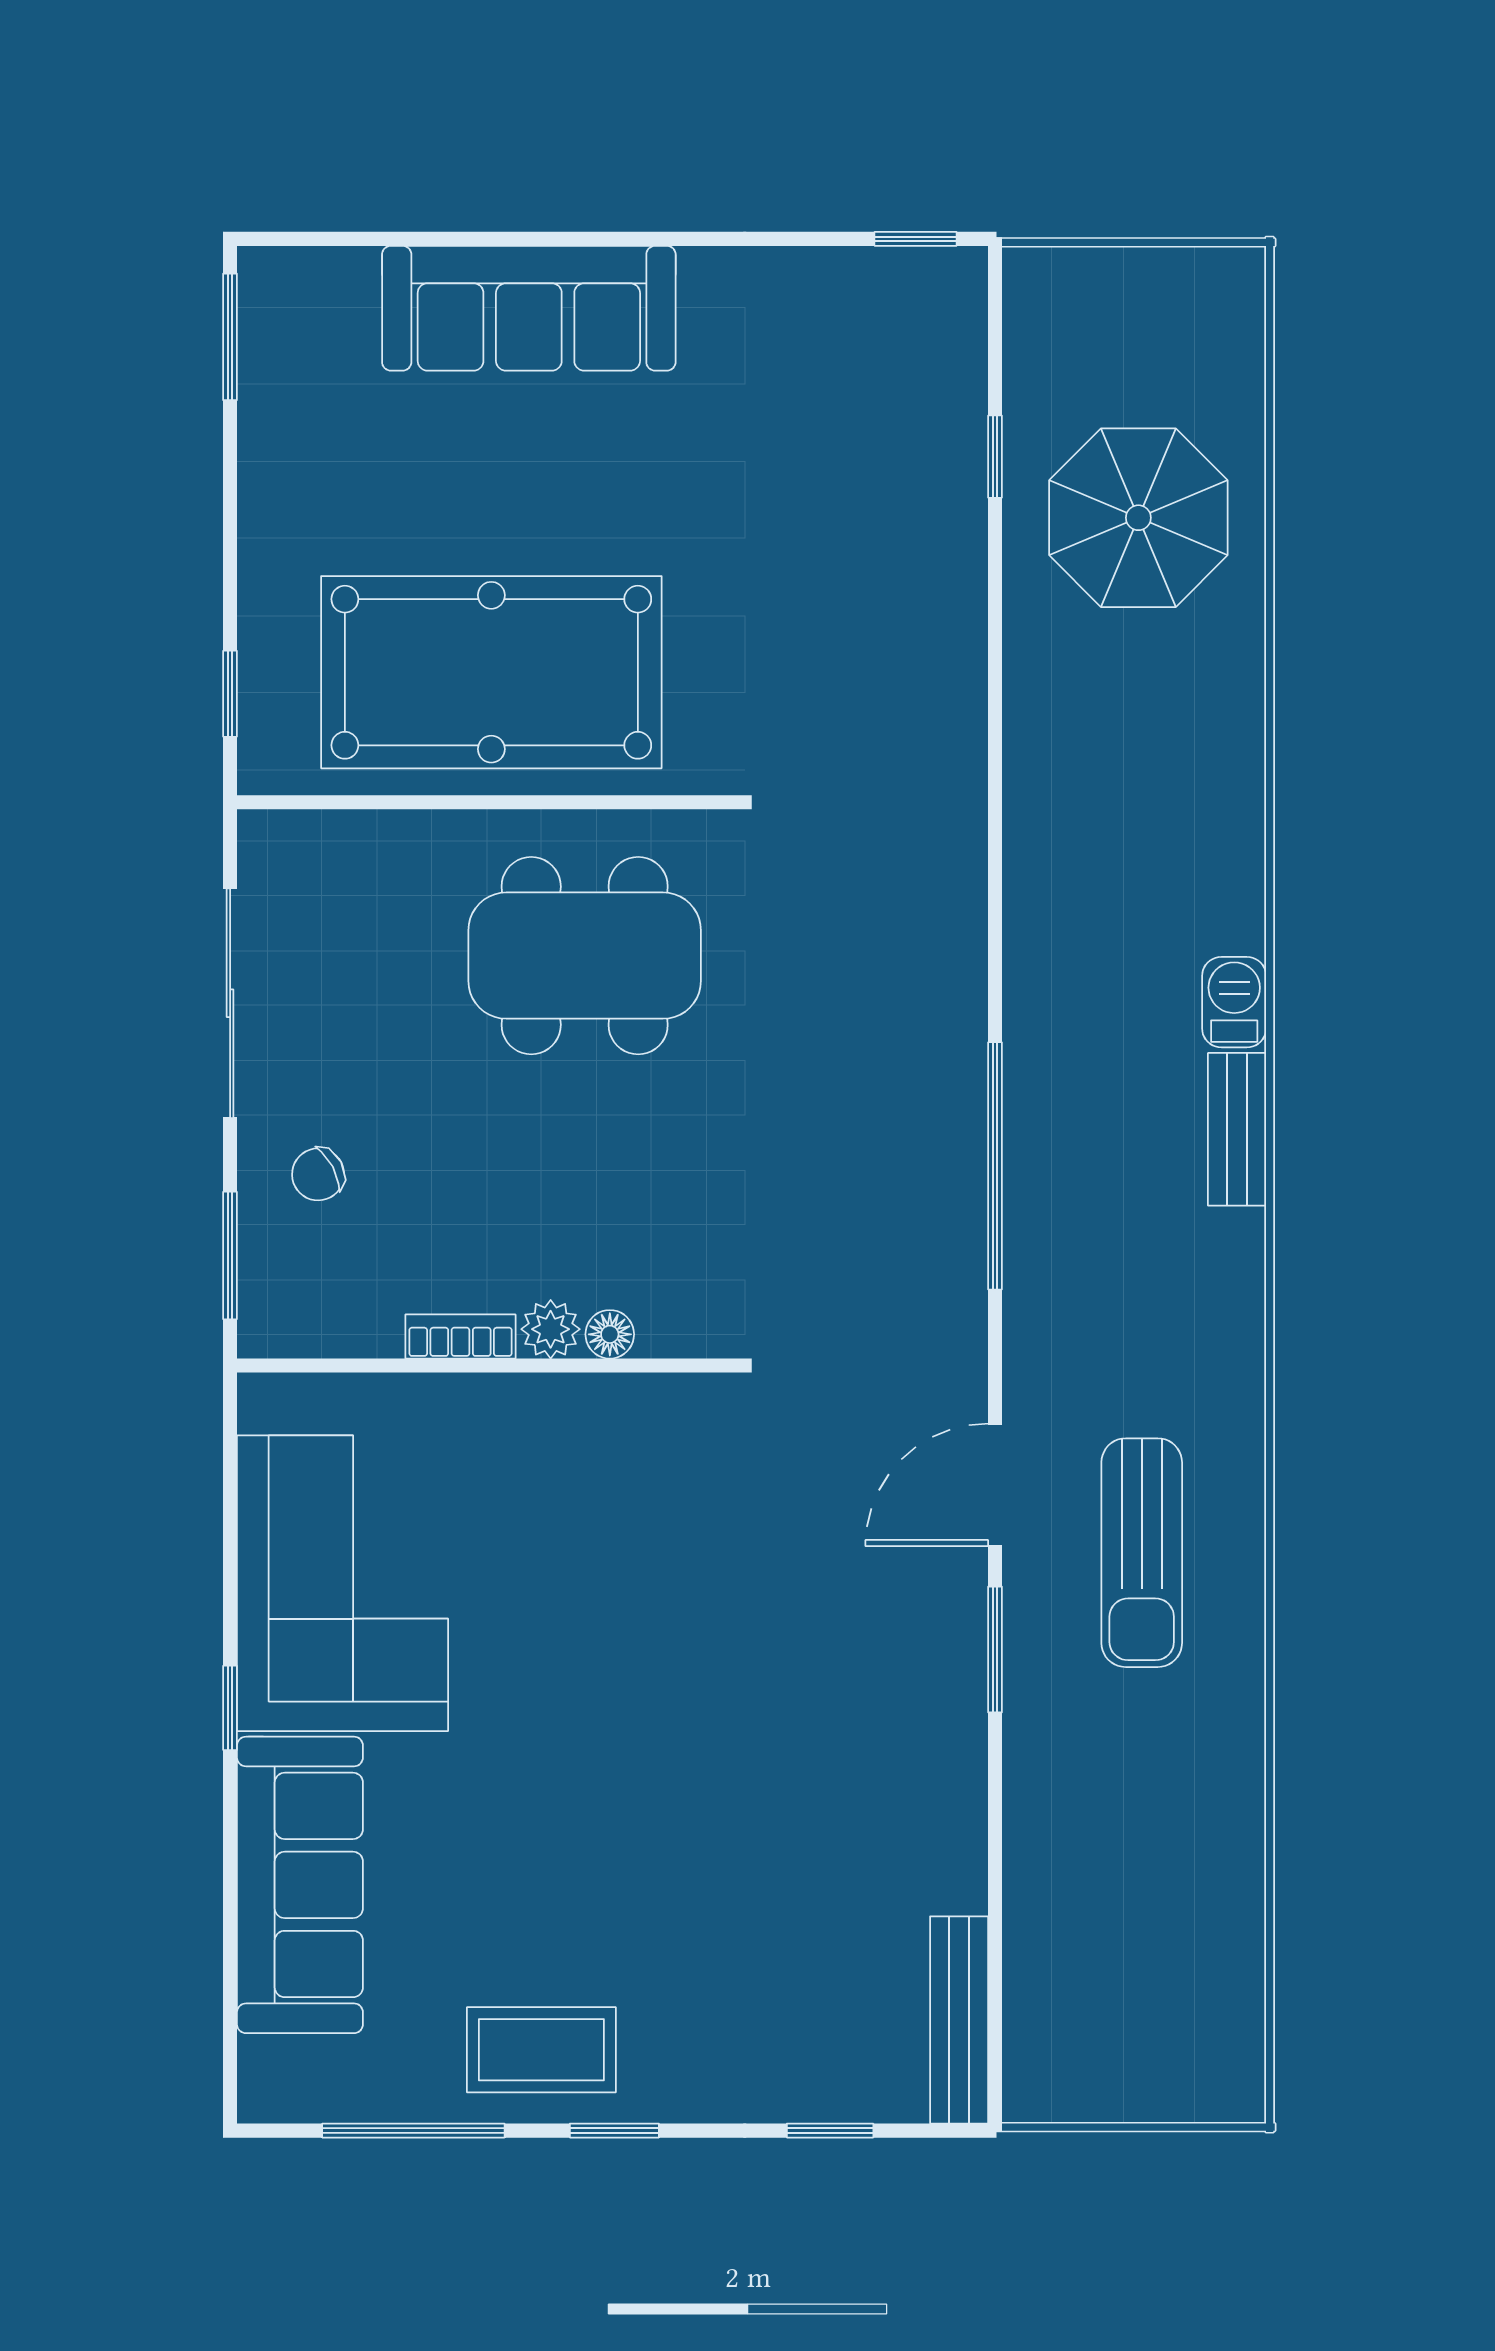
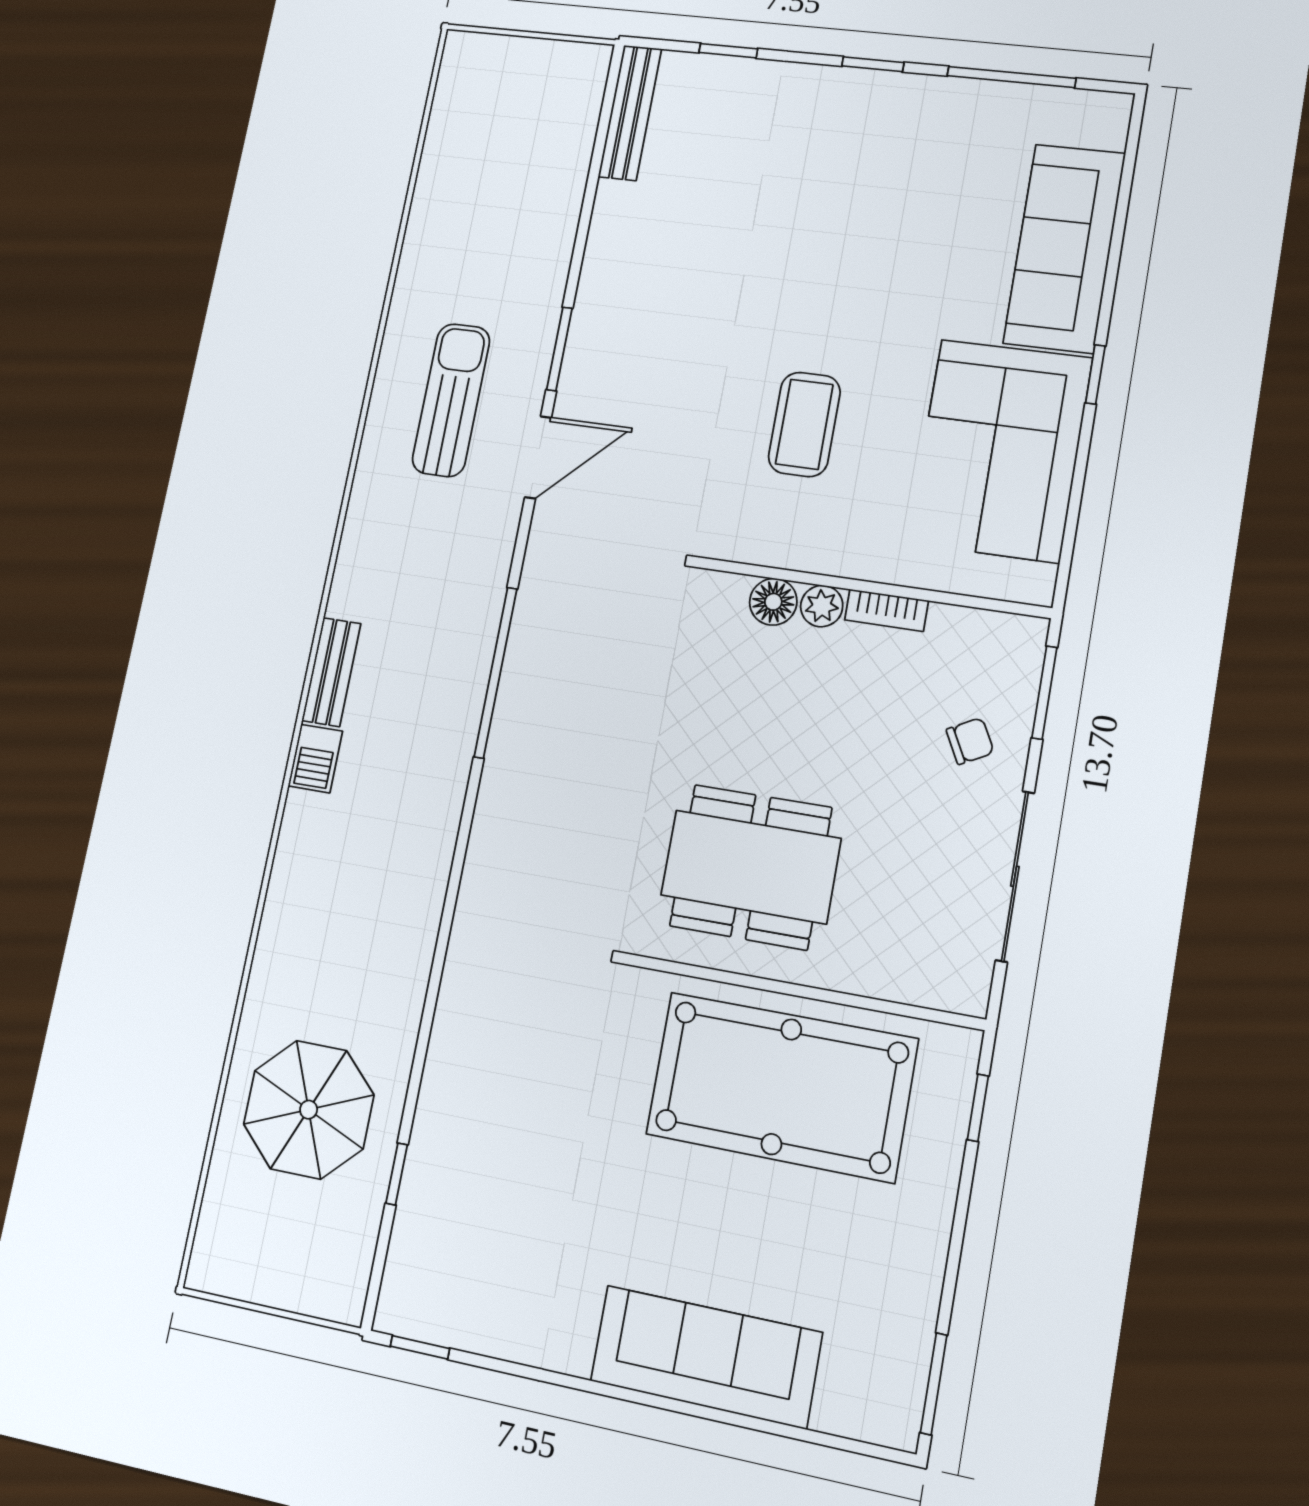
floor lamp: (610, 1334) -> (773, 602), width x1.37, depth x1.37
coffee table: (541, 2050) -> (804, 424), moved, turned 90

